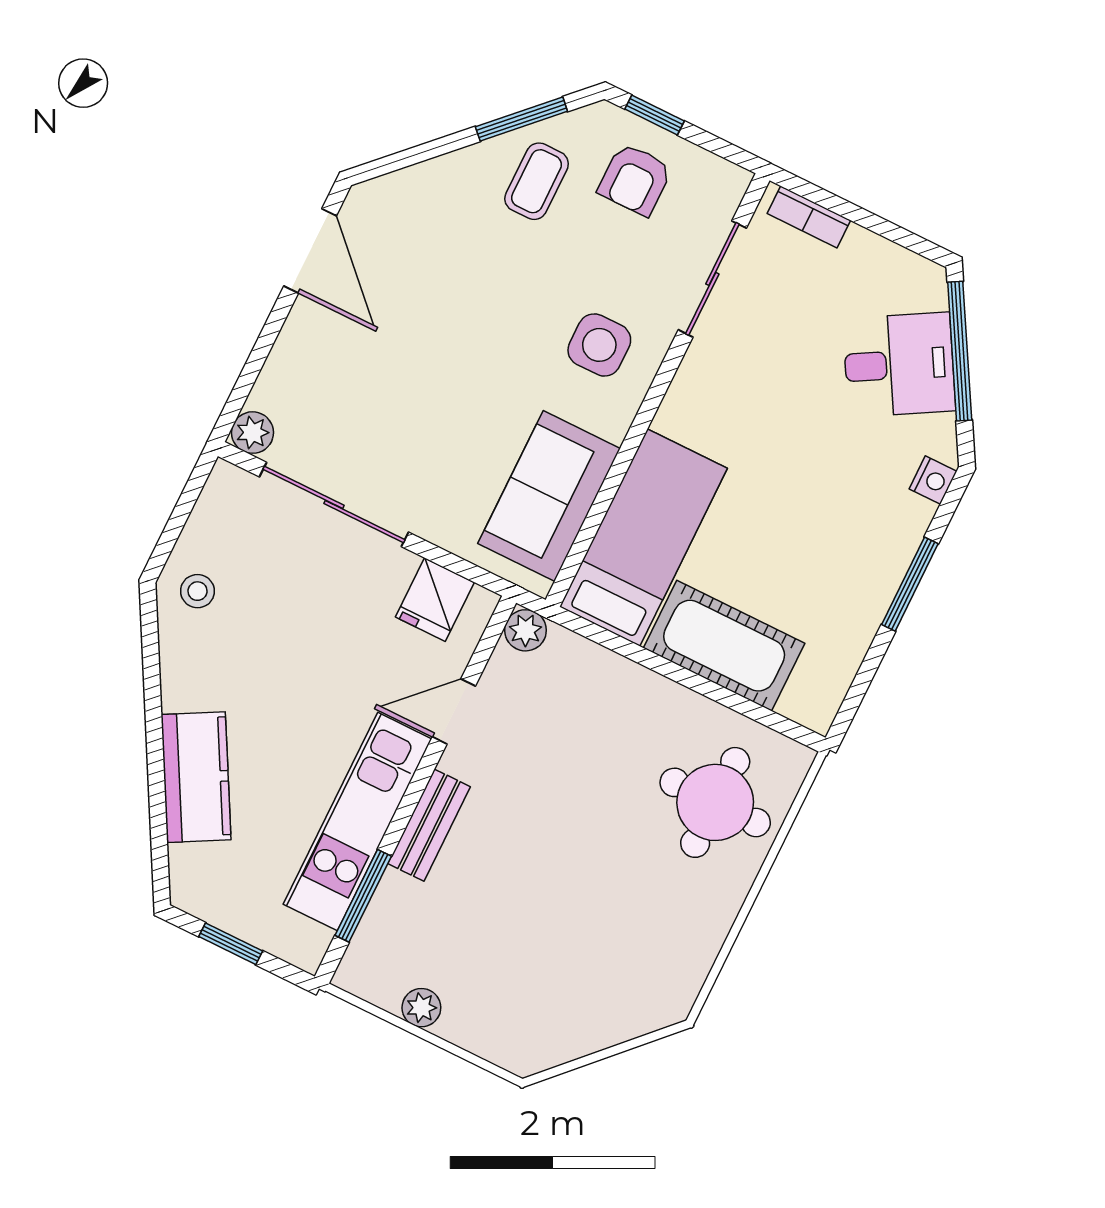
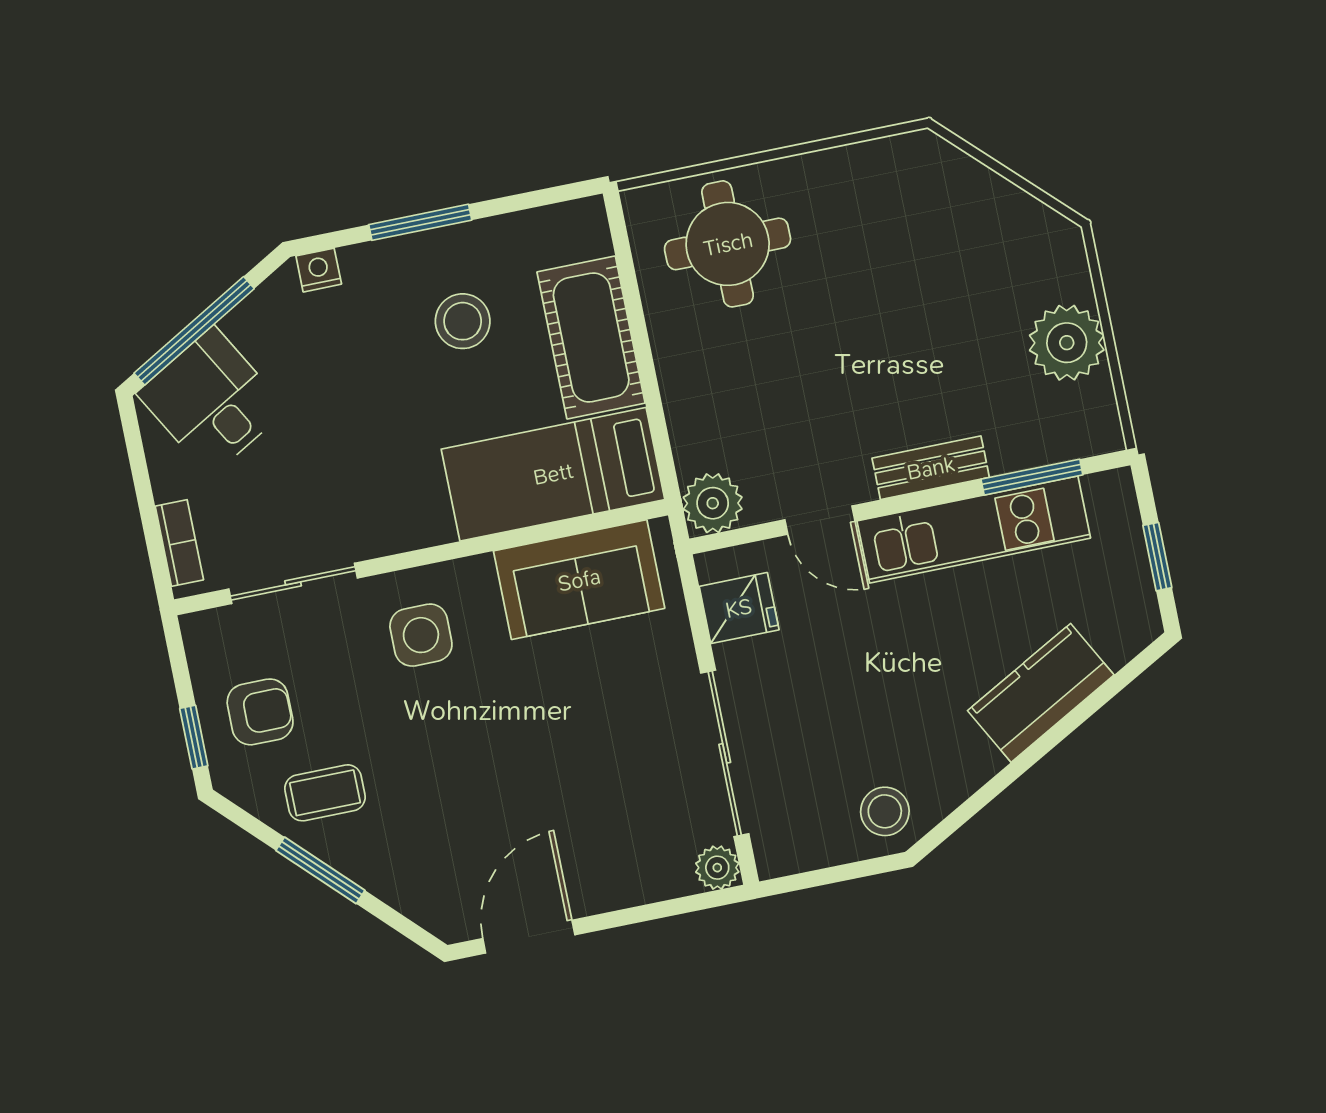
window: (521, 119) -> (320, 870), moved
desk: (899, 365) -> (212, 401), moved
stool: (811, 559) -> (463, 321), added
stool: (197, 591) -> (885, 811), width x1.37, depth x1.37
plant: (525, 630) -> (713, 503), width x1.38, depth x1.38
plant: (421, 1008) -> (1067, 343), width x1.87, depth x1.87

